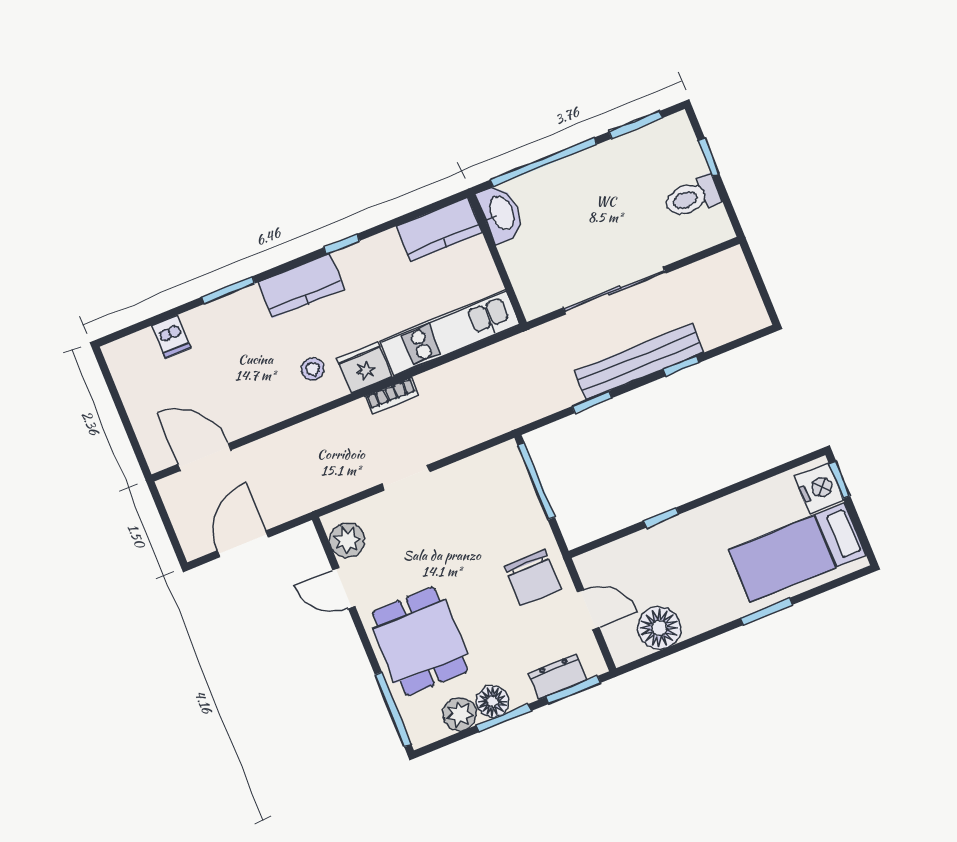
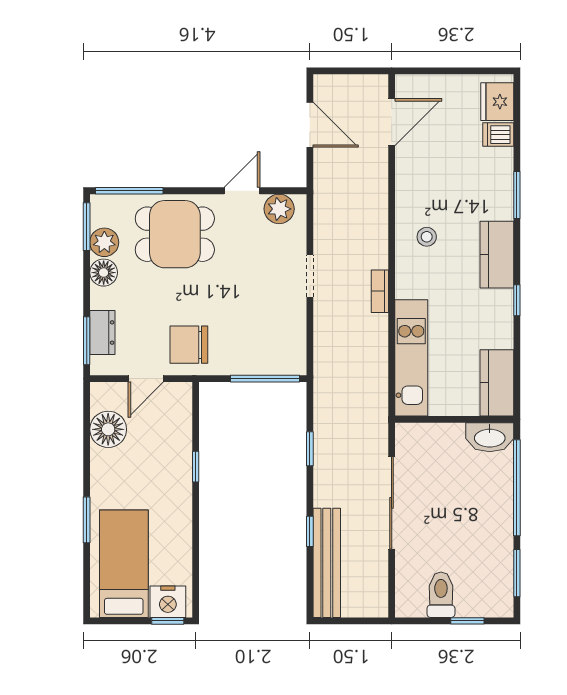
bench: (639, 362) -> (327, 563), moved
fridge: (365, 367) -> (497, 102), moved, turned 180
window: (504, 718) -> (87, 227), moved

